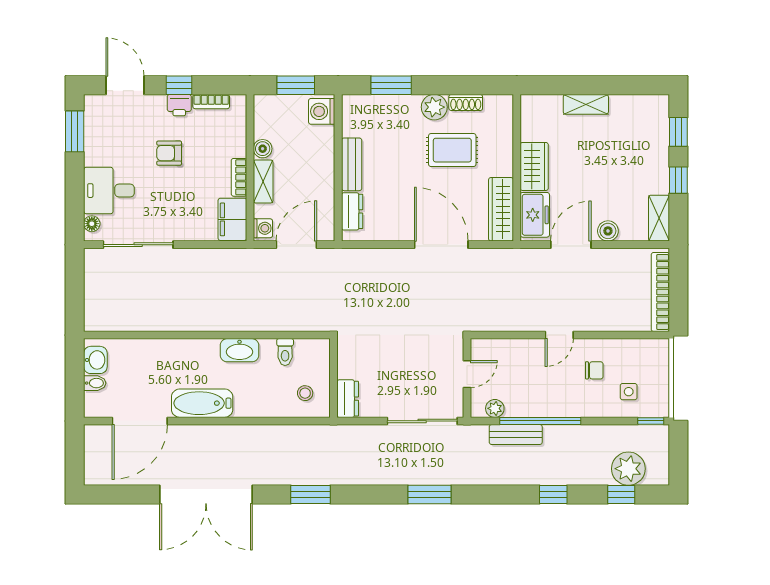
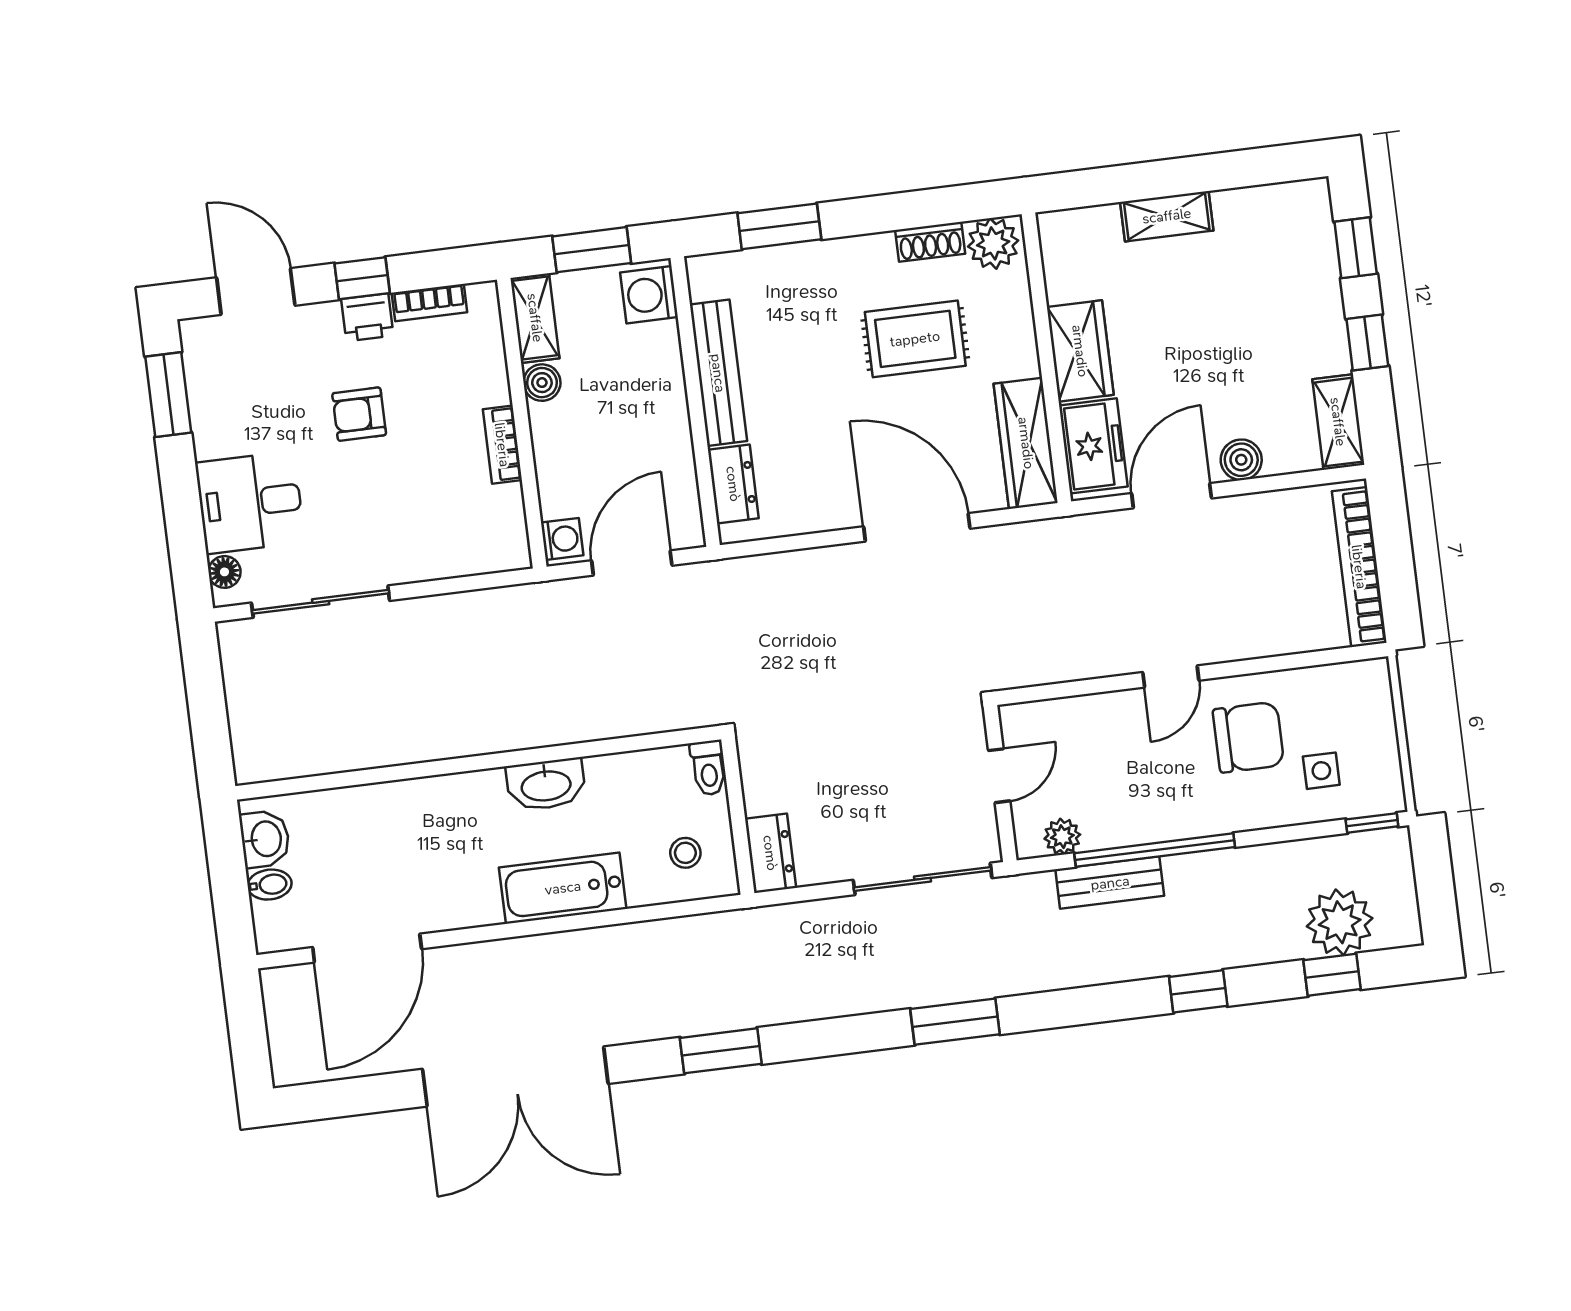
plant: (434, 107) -> (993, 243), moved
bench: (352, 164) -> (718, 373), width x1.36
shelving: (263, 181) -> (535, 318), moved
filing cabinet: (232, 219) -> (500, 529), removed
toilet: (285, 352) -> (708, 768), moved
chair: (594, 370) -> (1248, 737), width x1.87, depth x1.87
bathtub: (202, 403) -> (563, 888), moved

